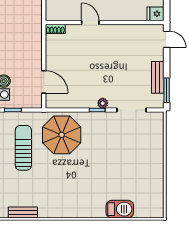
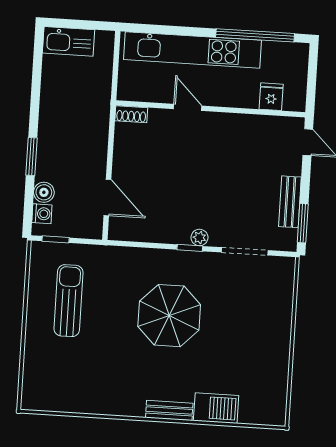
fridge: (156, 14) -> (271, 97), moved, turned 90
parasol: (62, 135) -> (169, 316), moved
bench: (23, 212) -> (169, 410), moved

